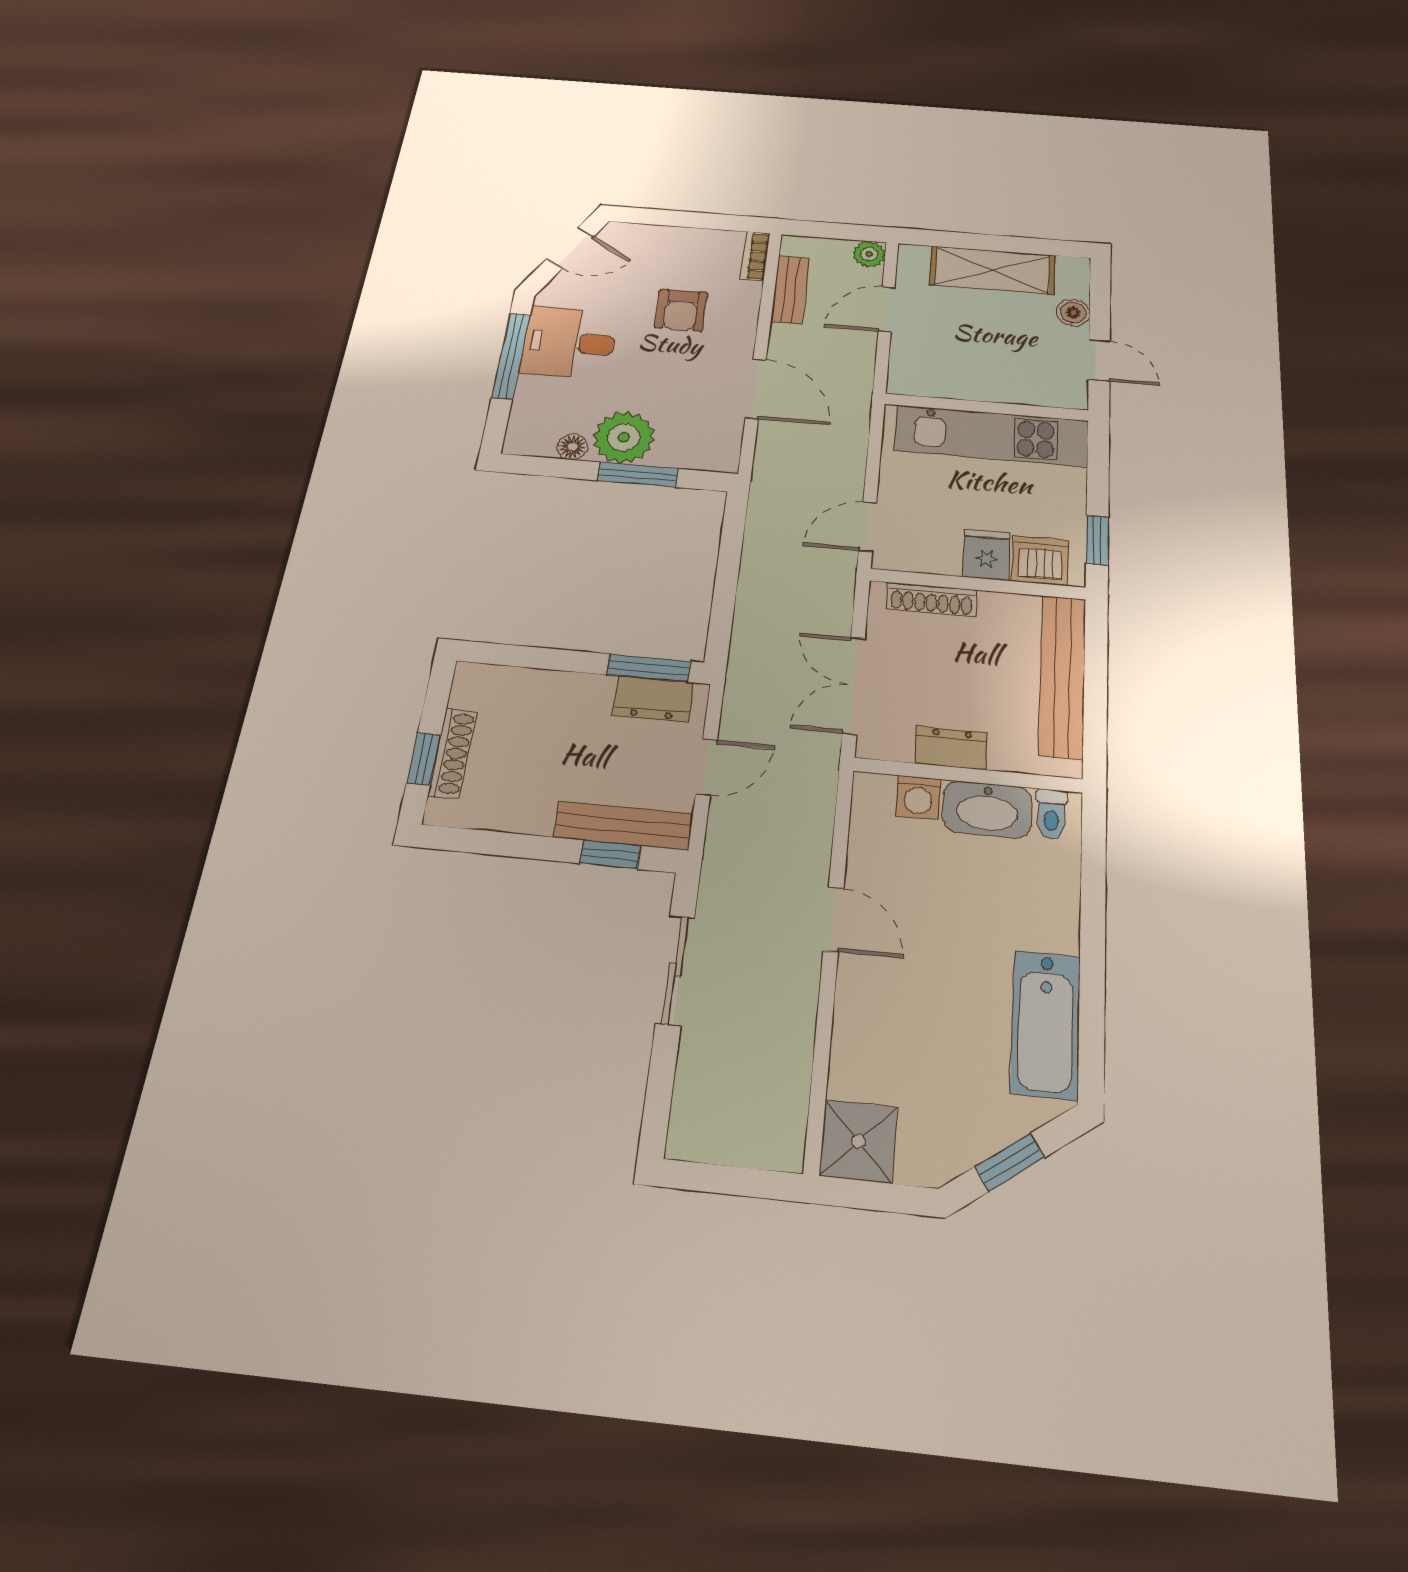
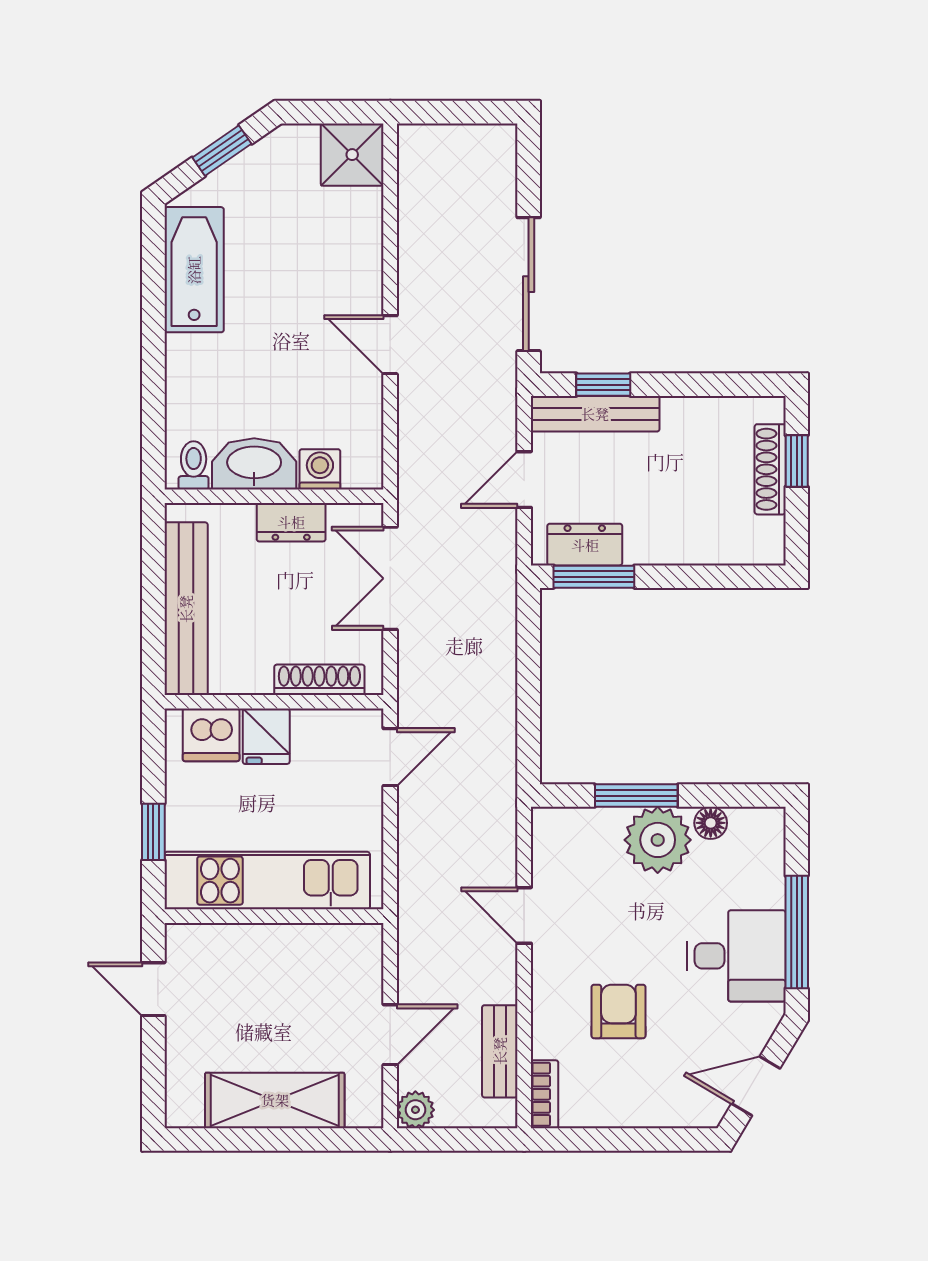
boiler: (1073, 313) -> (183, 1051), removed
door: (756, 389) -> (524, 915), width x0.73
window: (1097, 540) -> (153, 832), moved
double door: (854, 685) -> (390, 578), swing flipped
sliding door: (675, 970) -> (529, 284), width x1.37

